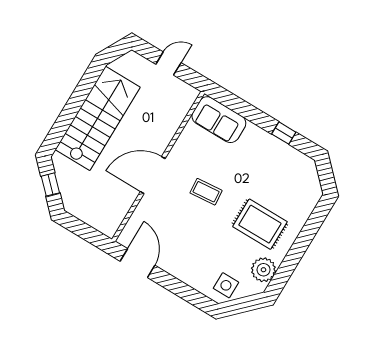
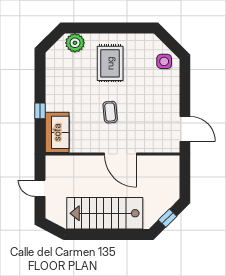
window: (284, 133) -> (40, 111), moved
door: (138, 263) -> (185, 129), swing flipped
plant: (263, 270) -> (75, 43), moved

